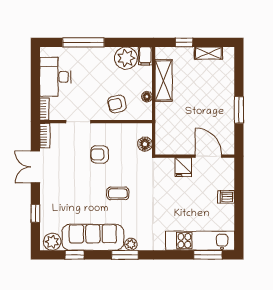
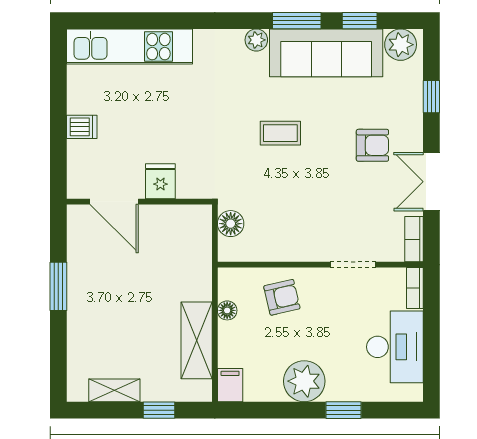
window: (83, 42) -> (343, 410), width x0.46
plant: (126, 58) -> (304, 381), moved
armchair: (100, 154) -> (372, 145), moved
double door: (35, 167) -> (431, 182), swing flipped
window: (125, 255) -> (297, 21), moved
window: (208, 255) -> (115, 21), removed

